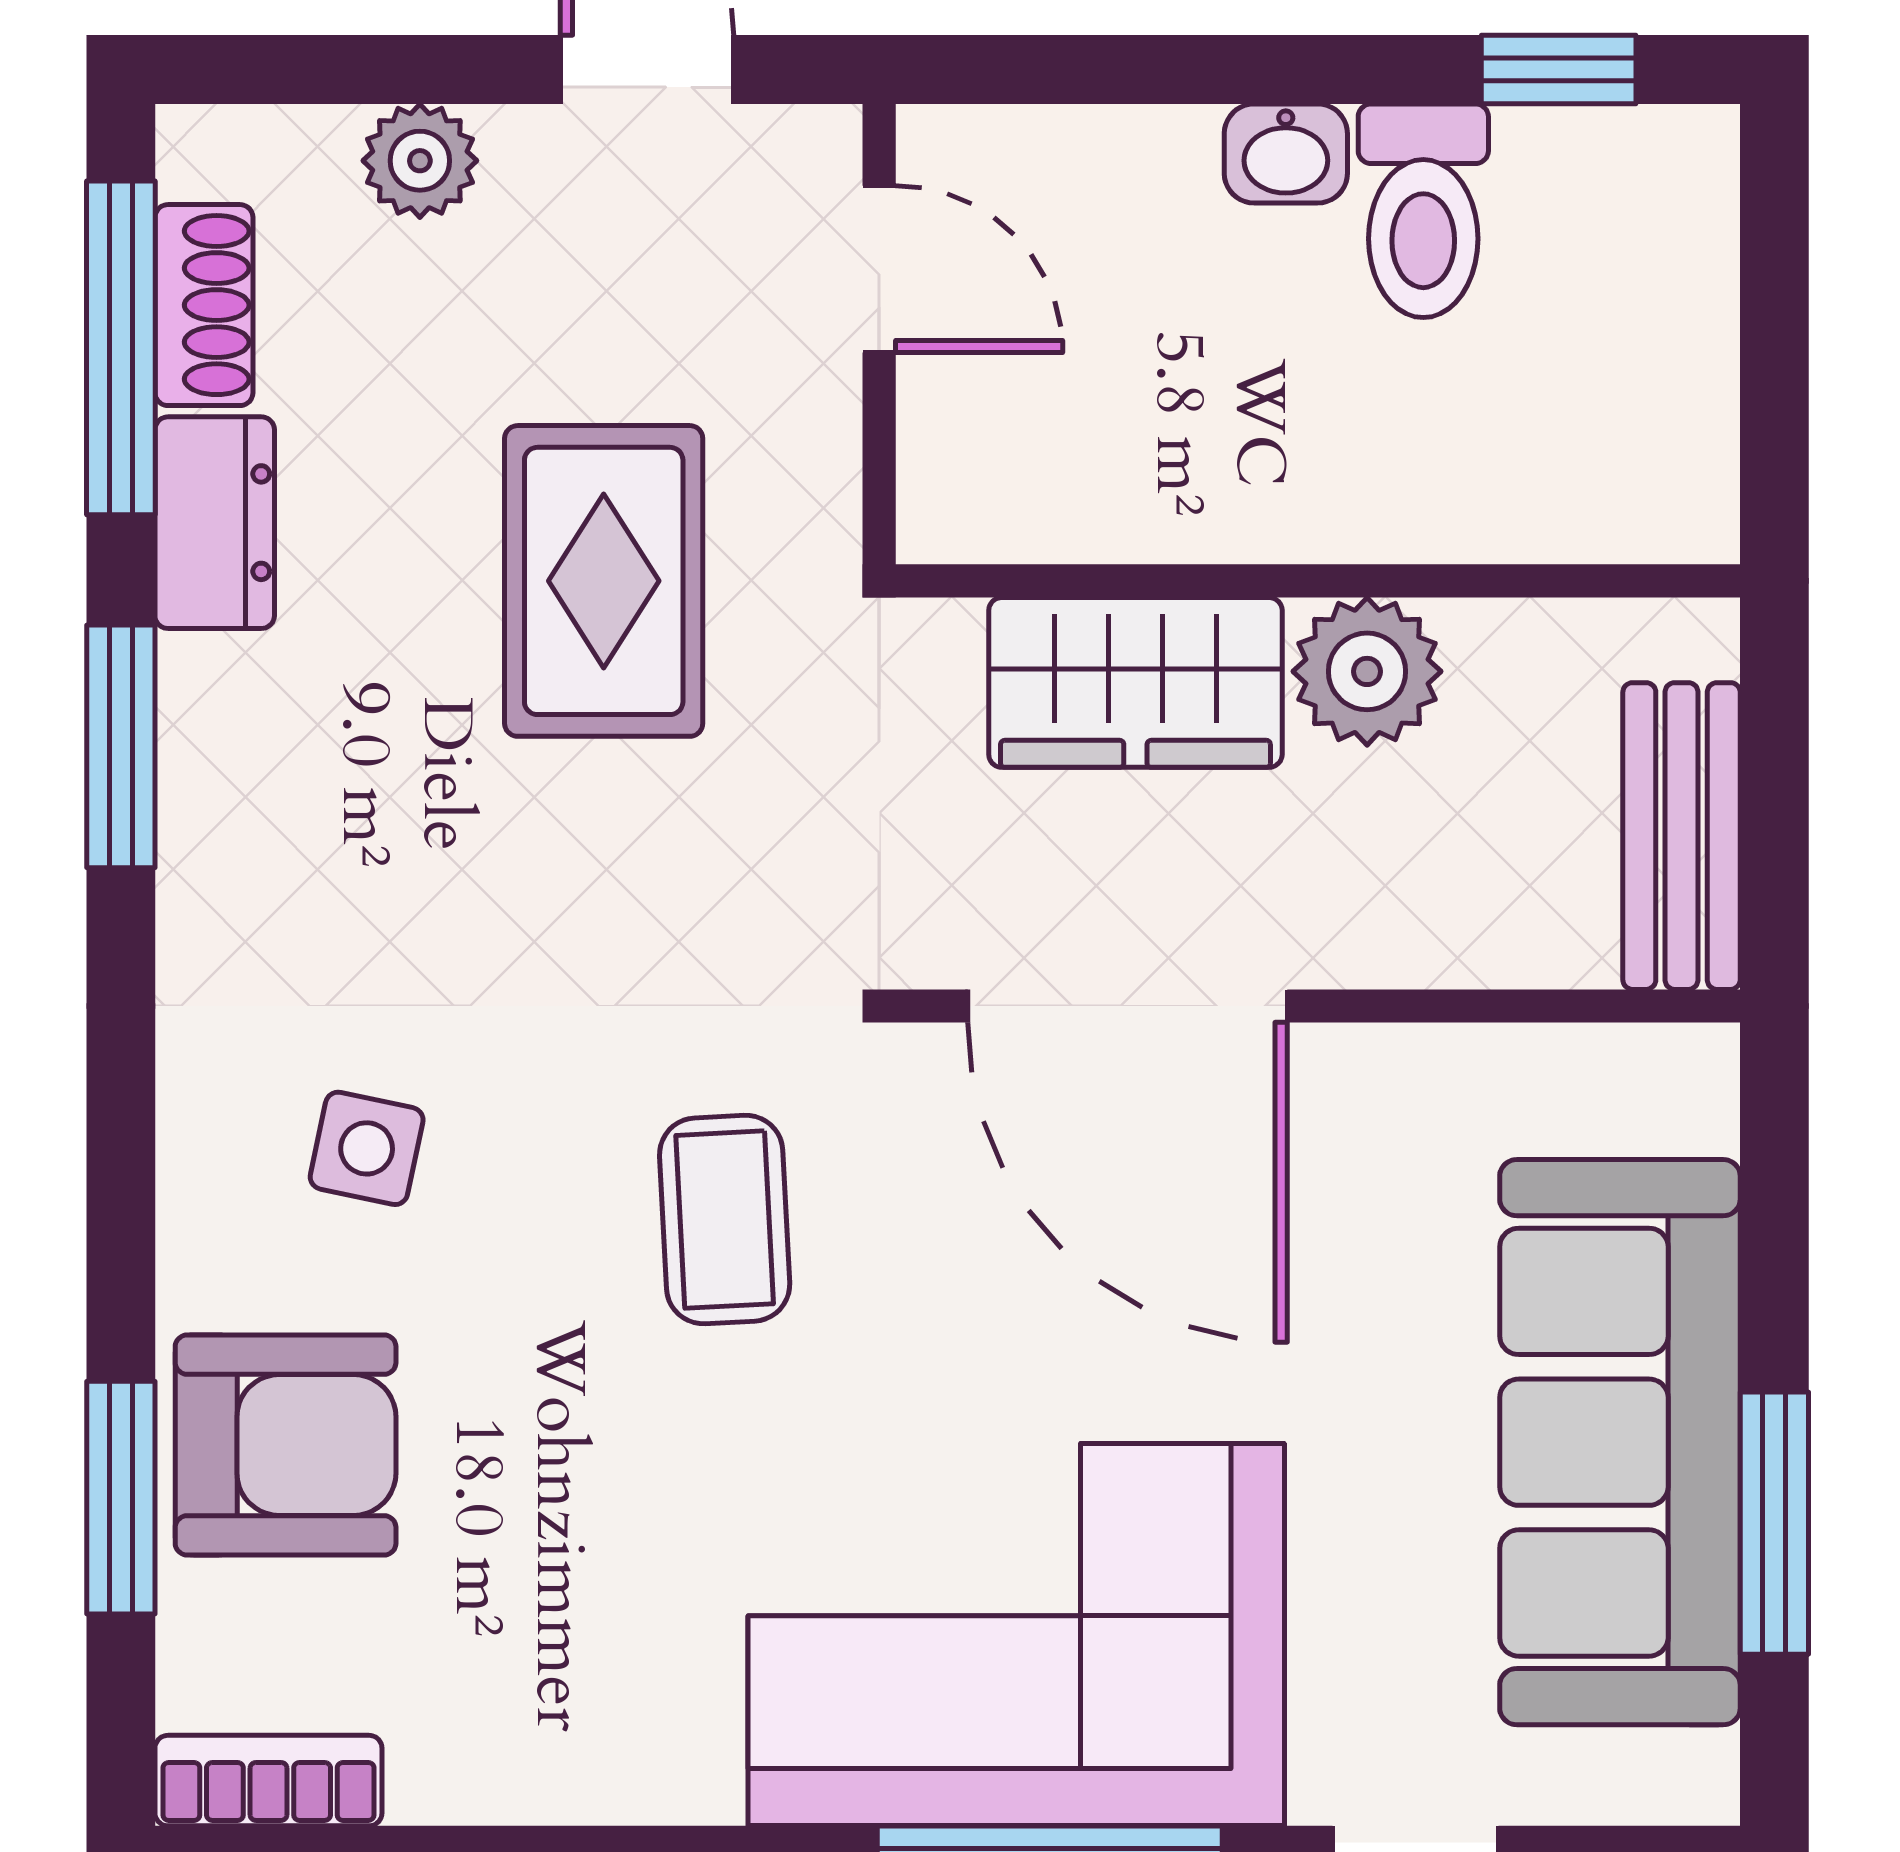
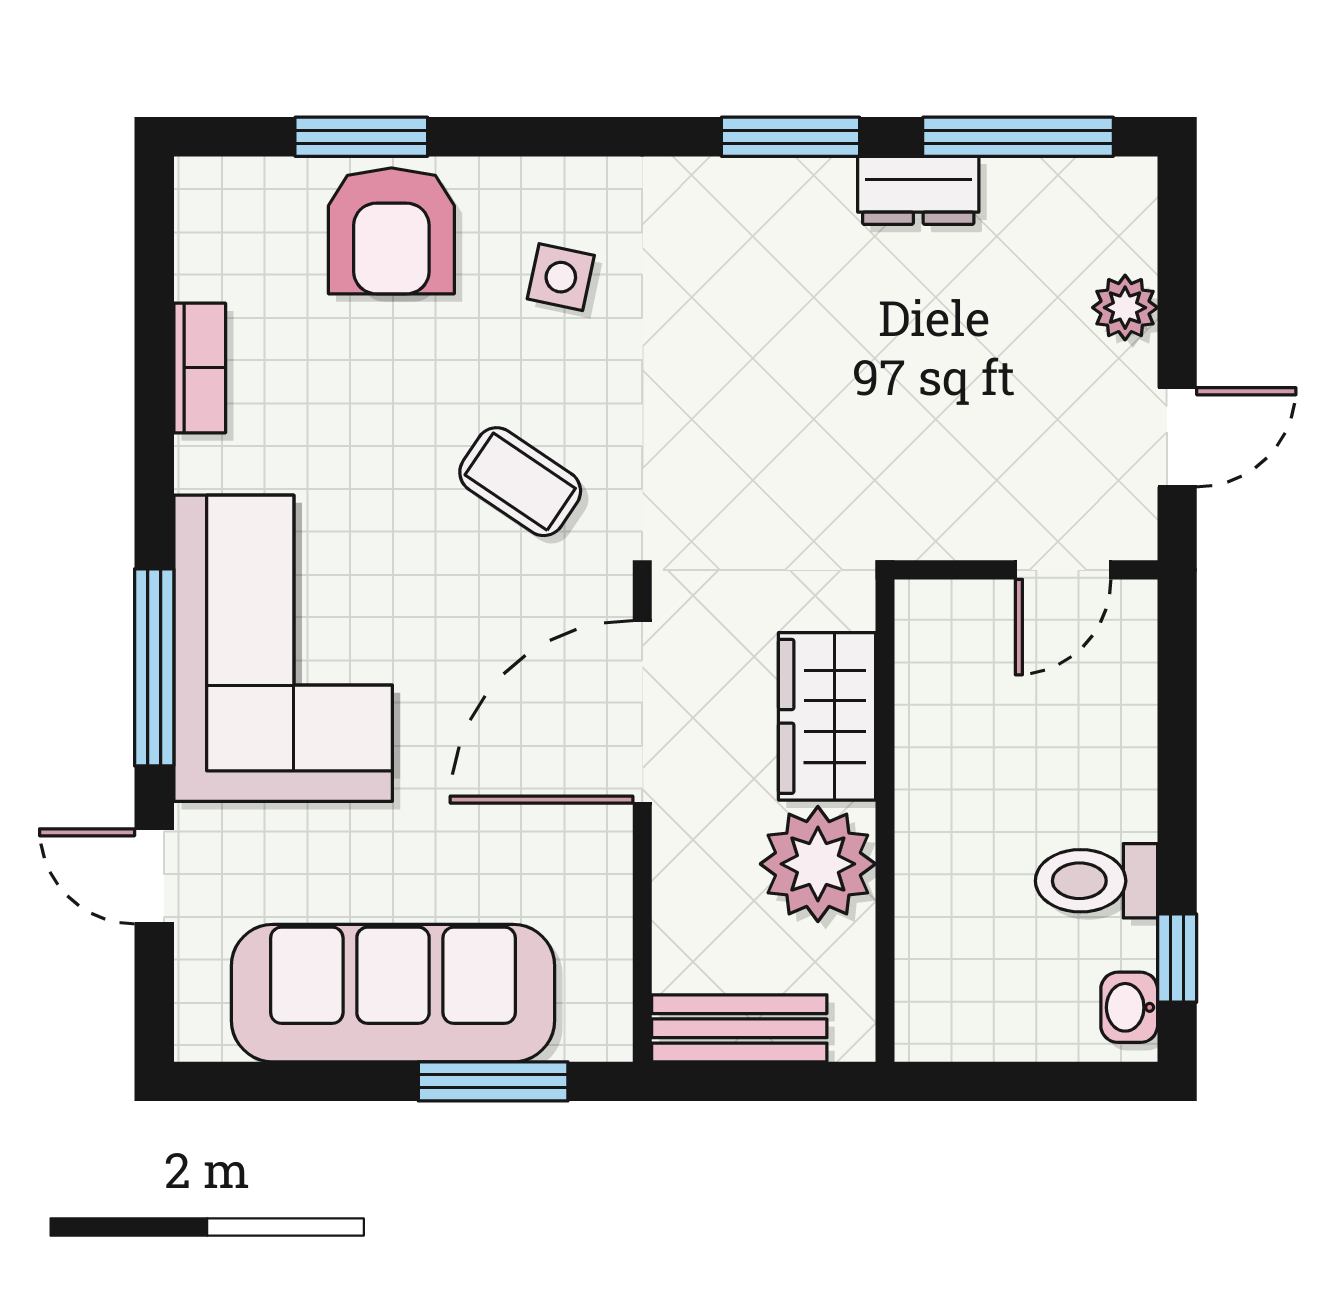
washbasin: (1286, 153) -> (1129, 1007), moved
shoe rack: (204, 305) -> (1043, 184), removed
rug: (604, 581) -> (885, 413), removed
plant: (1367, 671) -> (818, 864), width x1.36, depth x1.36
coffee table: (725, 1220) -> (520, 482), turned 37
window: (1774, 1523) -> (493, 1081), moved
bookcase: (268, 1781) -> (200, 368), moved

